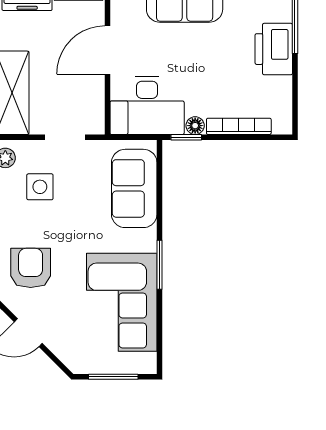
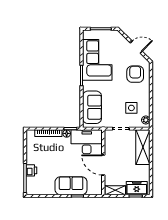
printer: (274, 49) -> (31, 170), width x0.53, depth x0.68
door: (107, 50) -> (103, 165), swing flipped
armchair: (31, 268) -> (135, 74), turned 180

